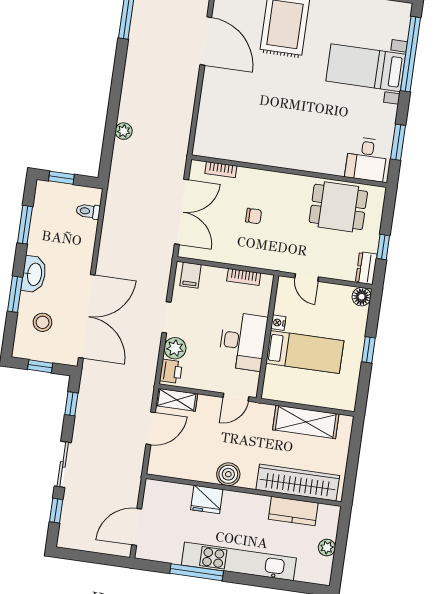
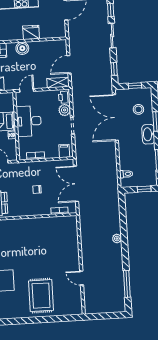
door: (206, 41) -> (82, 278), width x0.53
plant: (124, 131) -> (117, 239), moved

